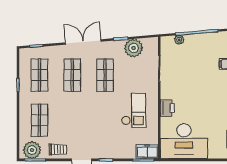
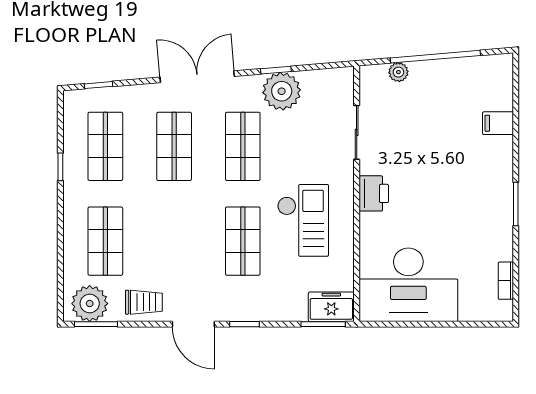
plant: (134, 48) -> (282, 91), moved
printer: (167, 108) -> (374, 193), moved
shop shelf: (105, 120) -> (243, 241), added

